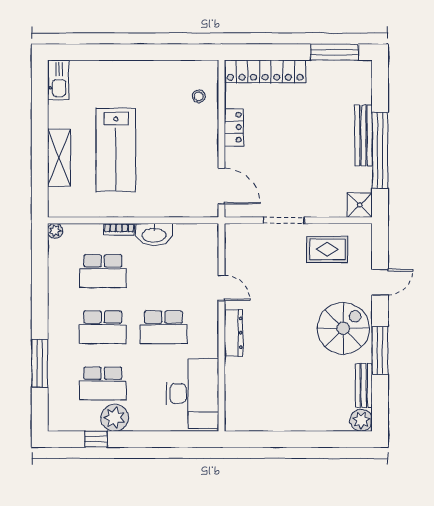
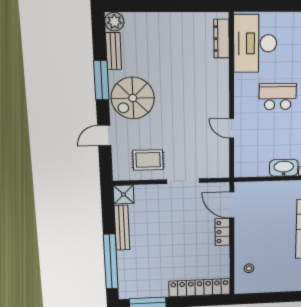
locker: (234, 127) -> (222, 232), moved
bench: (364, 135) -> (122, 228), moved
window: (380, 150) -> (111, 262), moved
dresser: (234, 333) -> (221, 39), moved

